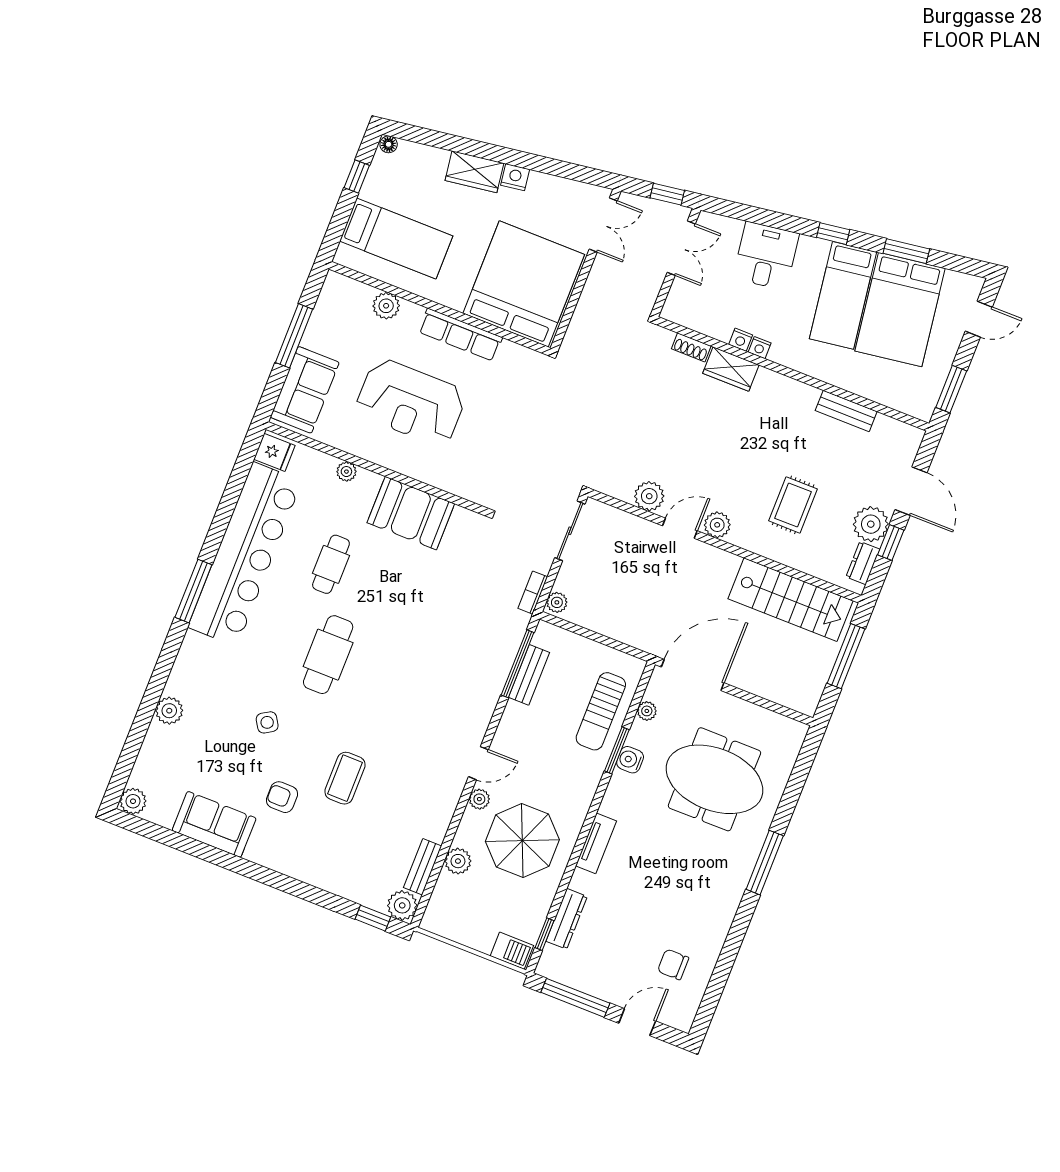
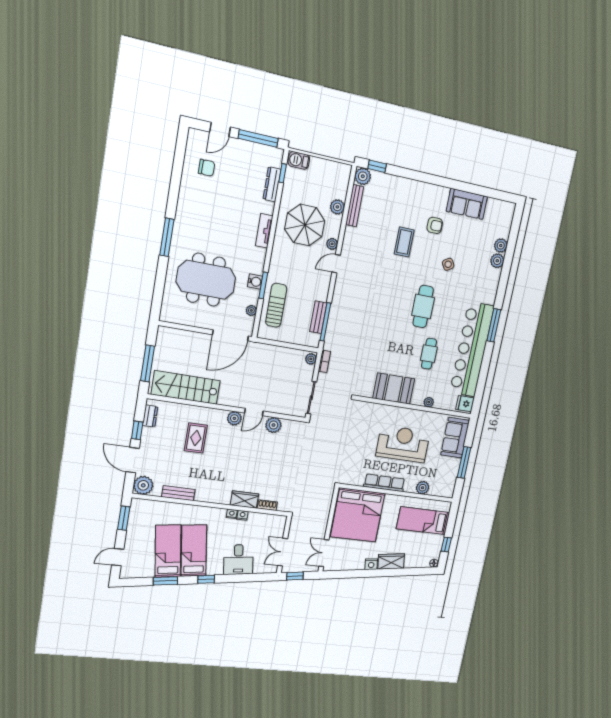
bed: (900, 310) -> (168, 551), width x0.67
plant: (871, 524) -> (143, 485), moved
plant: (133, 801) -> (501, 246), moved
bench: (423, 867) -> (355, 206), width x1.36

